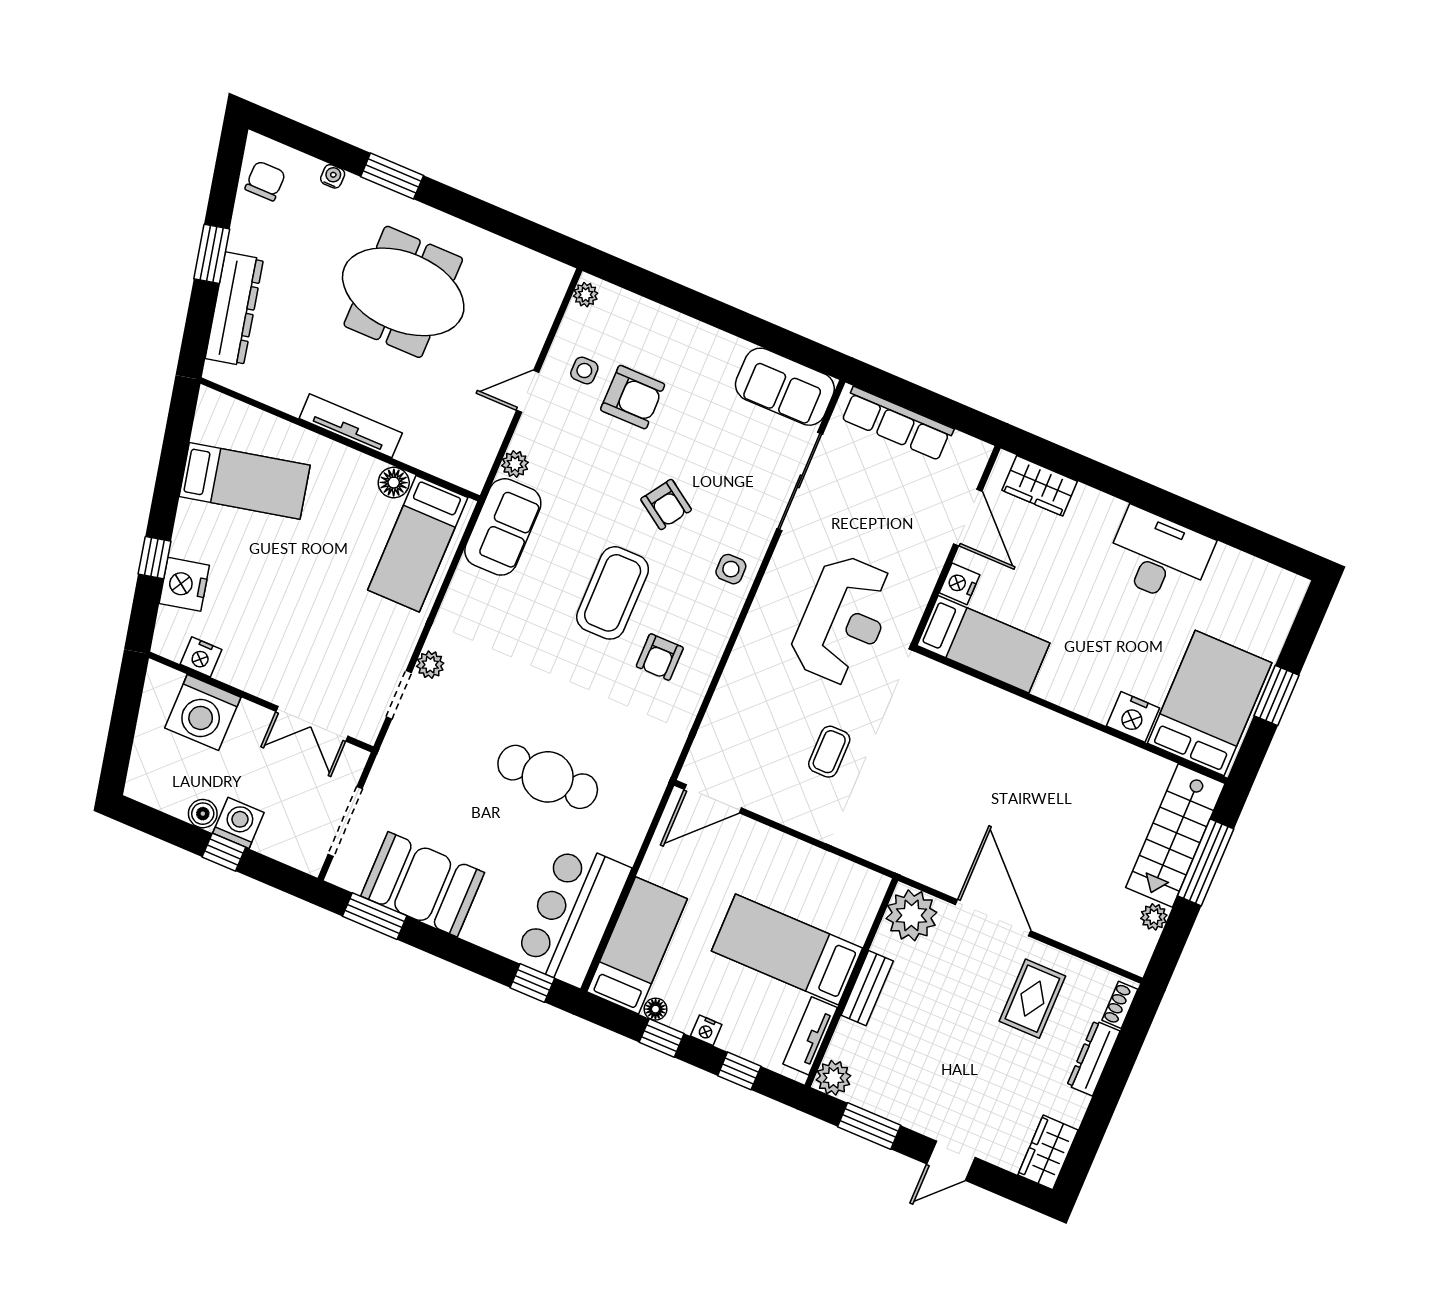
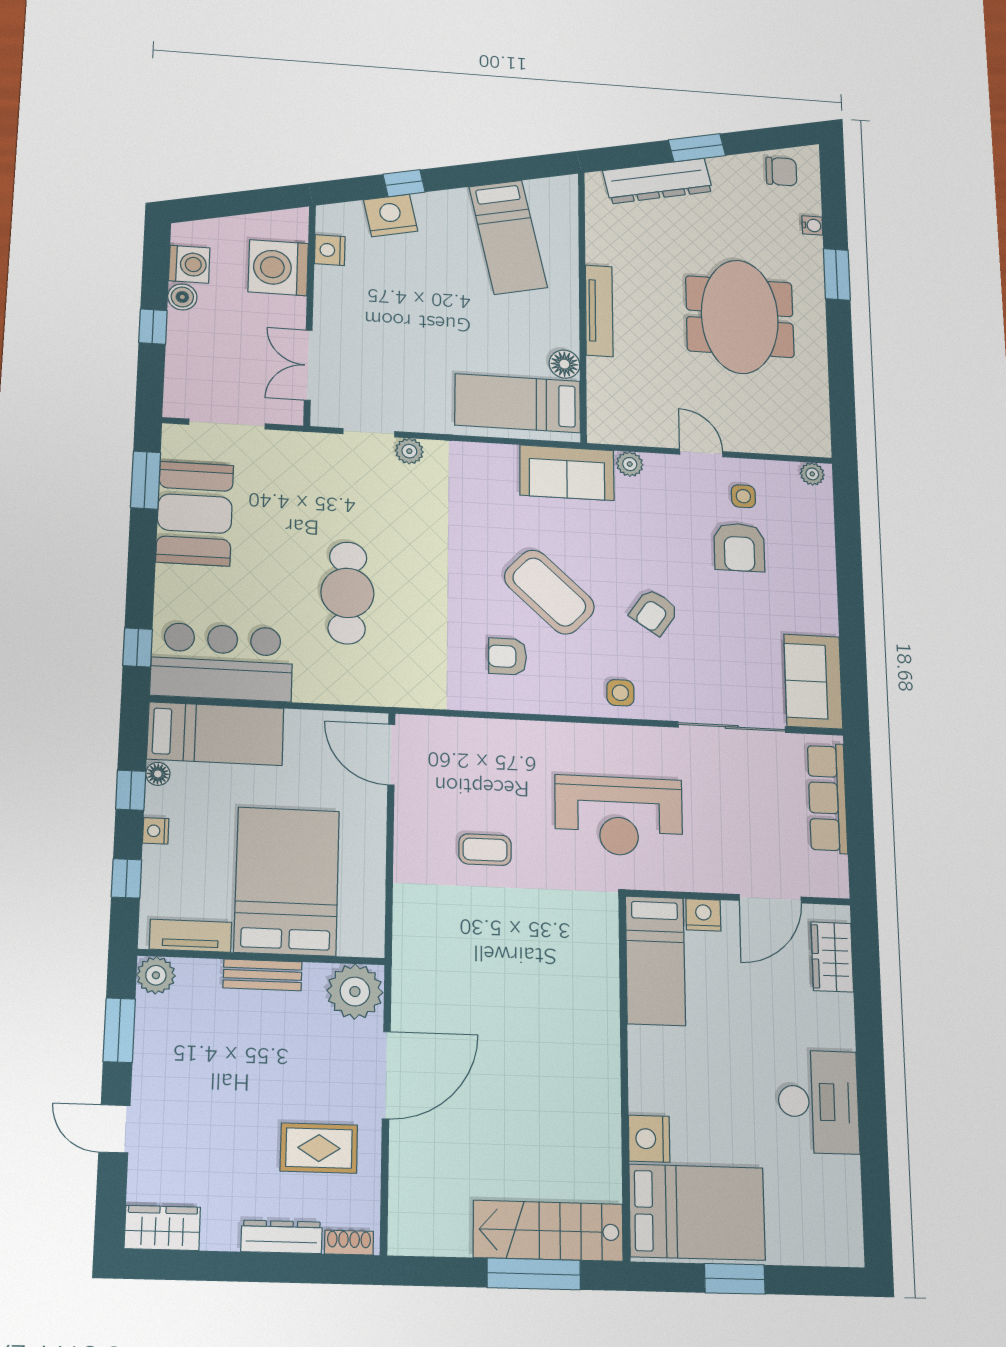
coffee table: (613, 593) -> (549, 592), turned 43
washing machine: (238, 823) -> (189, 264), moved
plant: (1154, 917) -> (455, 1242), removed
bed: (787, 950) -> (287, 881), width x1.50

